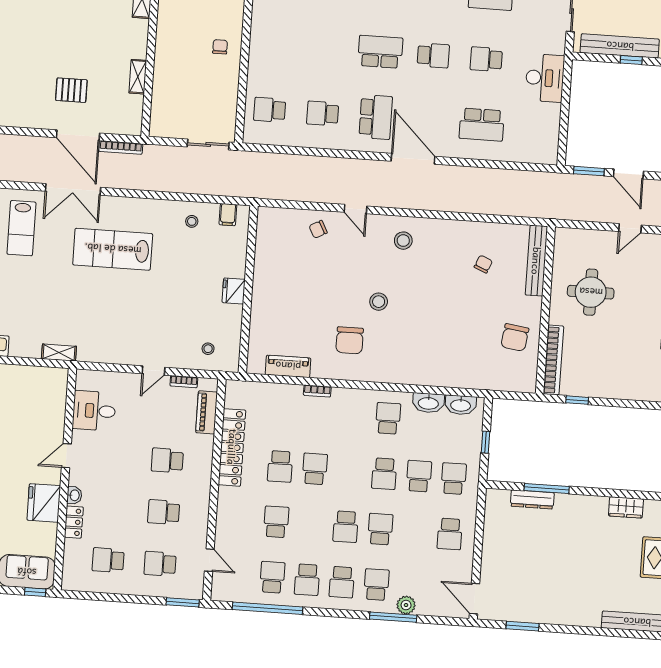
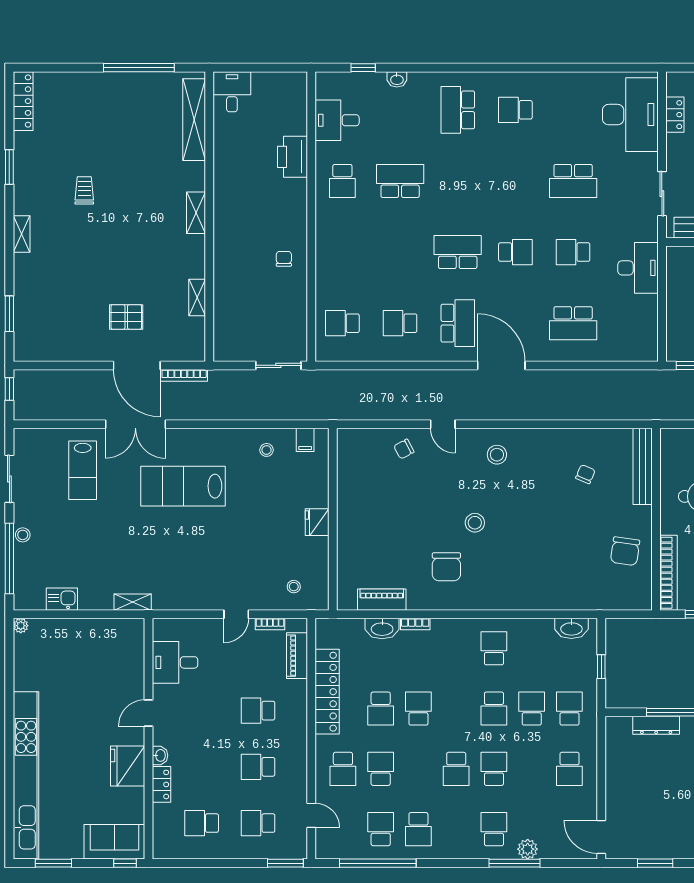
washbasin: (428, 403) -> (382, 629), moved
school desk: (342, 582) -> (343, 769), moved

